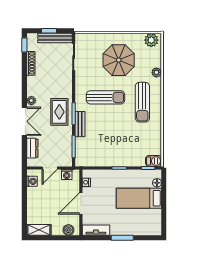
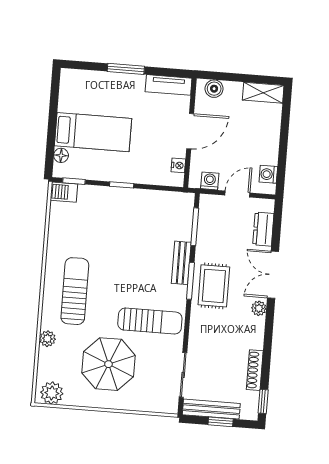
sun lounger: (105, 97) -> (150, 321), moved, turned 180

